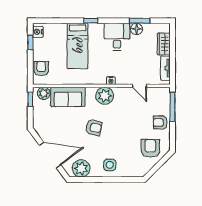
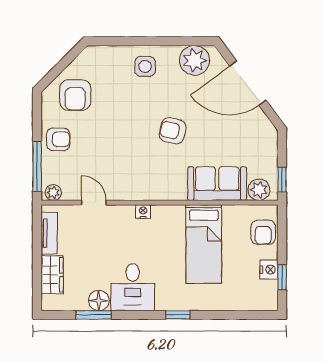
nightstand: (38, 32) -> (269, 270), moved
bed: (78, 46) -> (204, 244), moved, turned 180
plant: (105, 96) -> (53, 193), moved, width x0.53, depth x0.53

